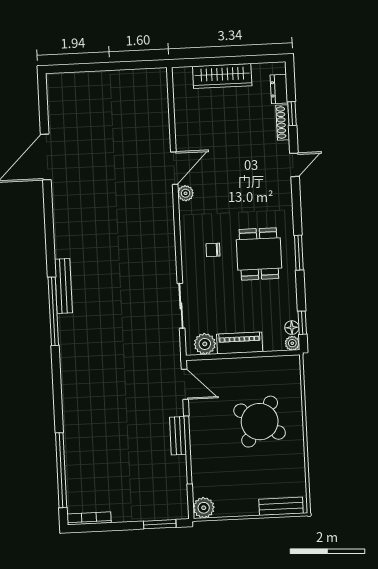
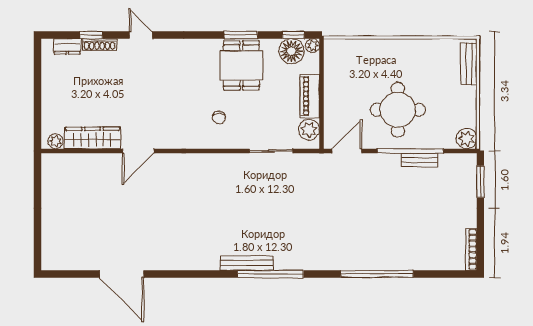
wardrobe: (222, 76) -> (92, 138), moved, turned -90
door: (174, 168) -> (138, 151), swing flipped
plant: (186, 193) -> (55, 141), moved
window: (299, 253) -> (241, 35), moved
dining table: (259, 254) -> (241, 65), moved, turned 90
floor lamp: (292, 328) -> (291, 51), width x1.89, depth x1.89
round table: (260, 422) -> (398, 110), moved, turned -33
bench: (178, 436) -> (420, 160), moved
window: (61, 470) -> (377, 274), moved

